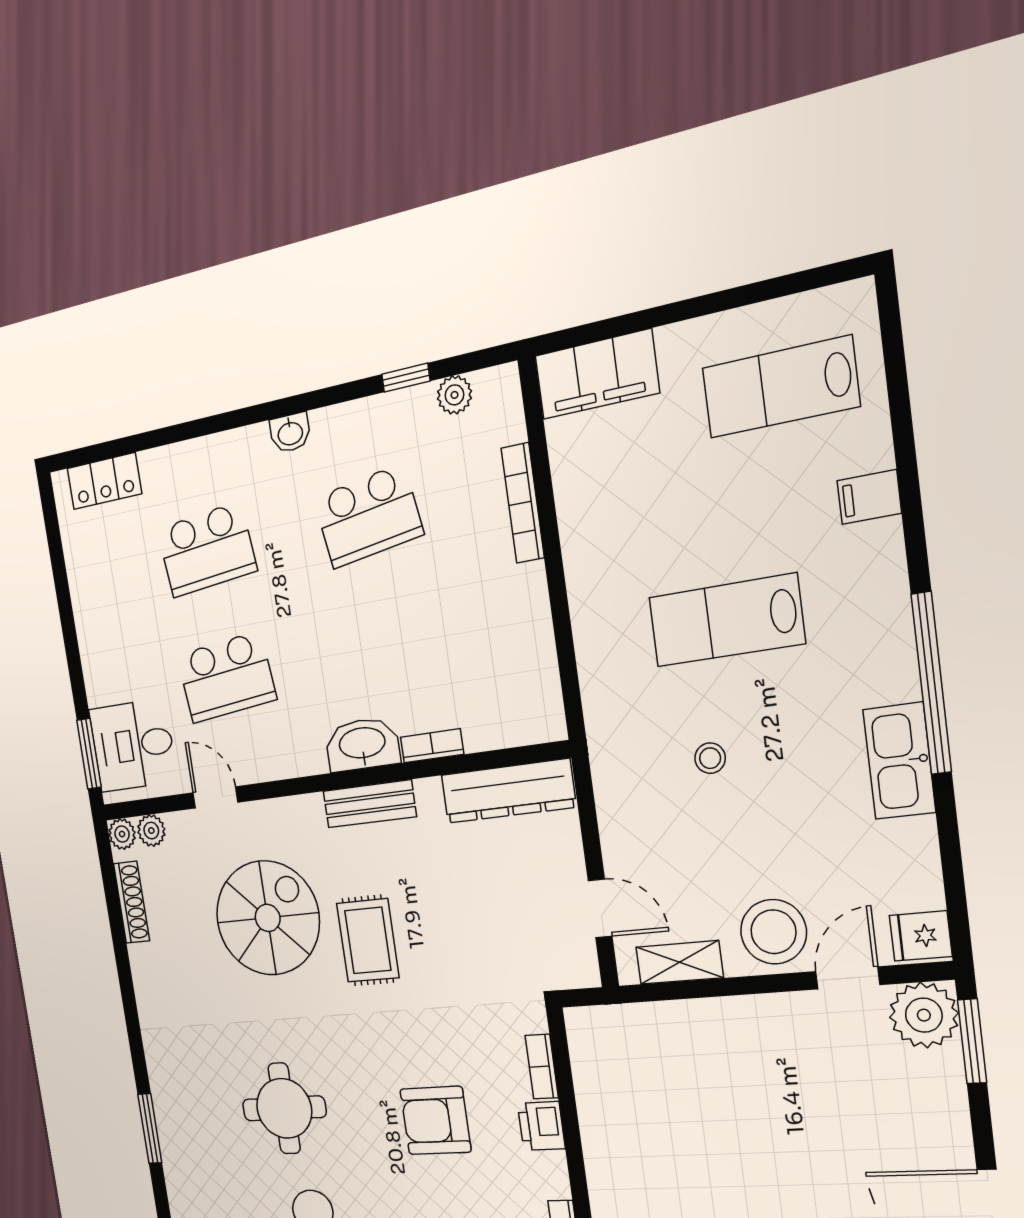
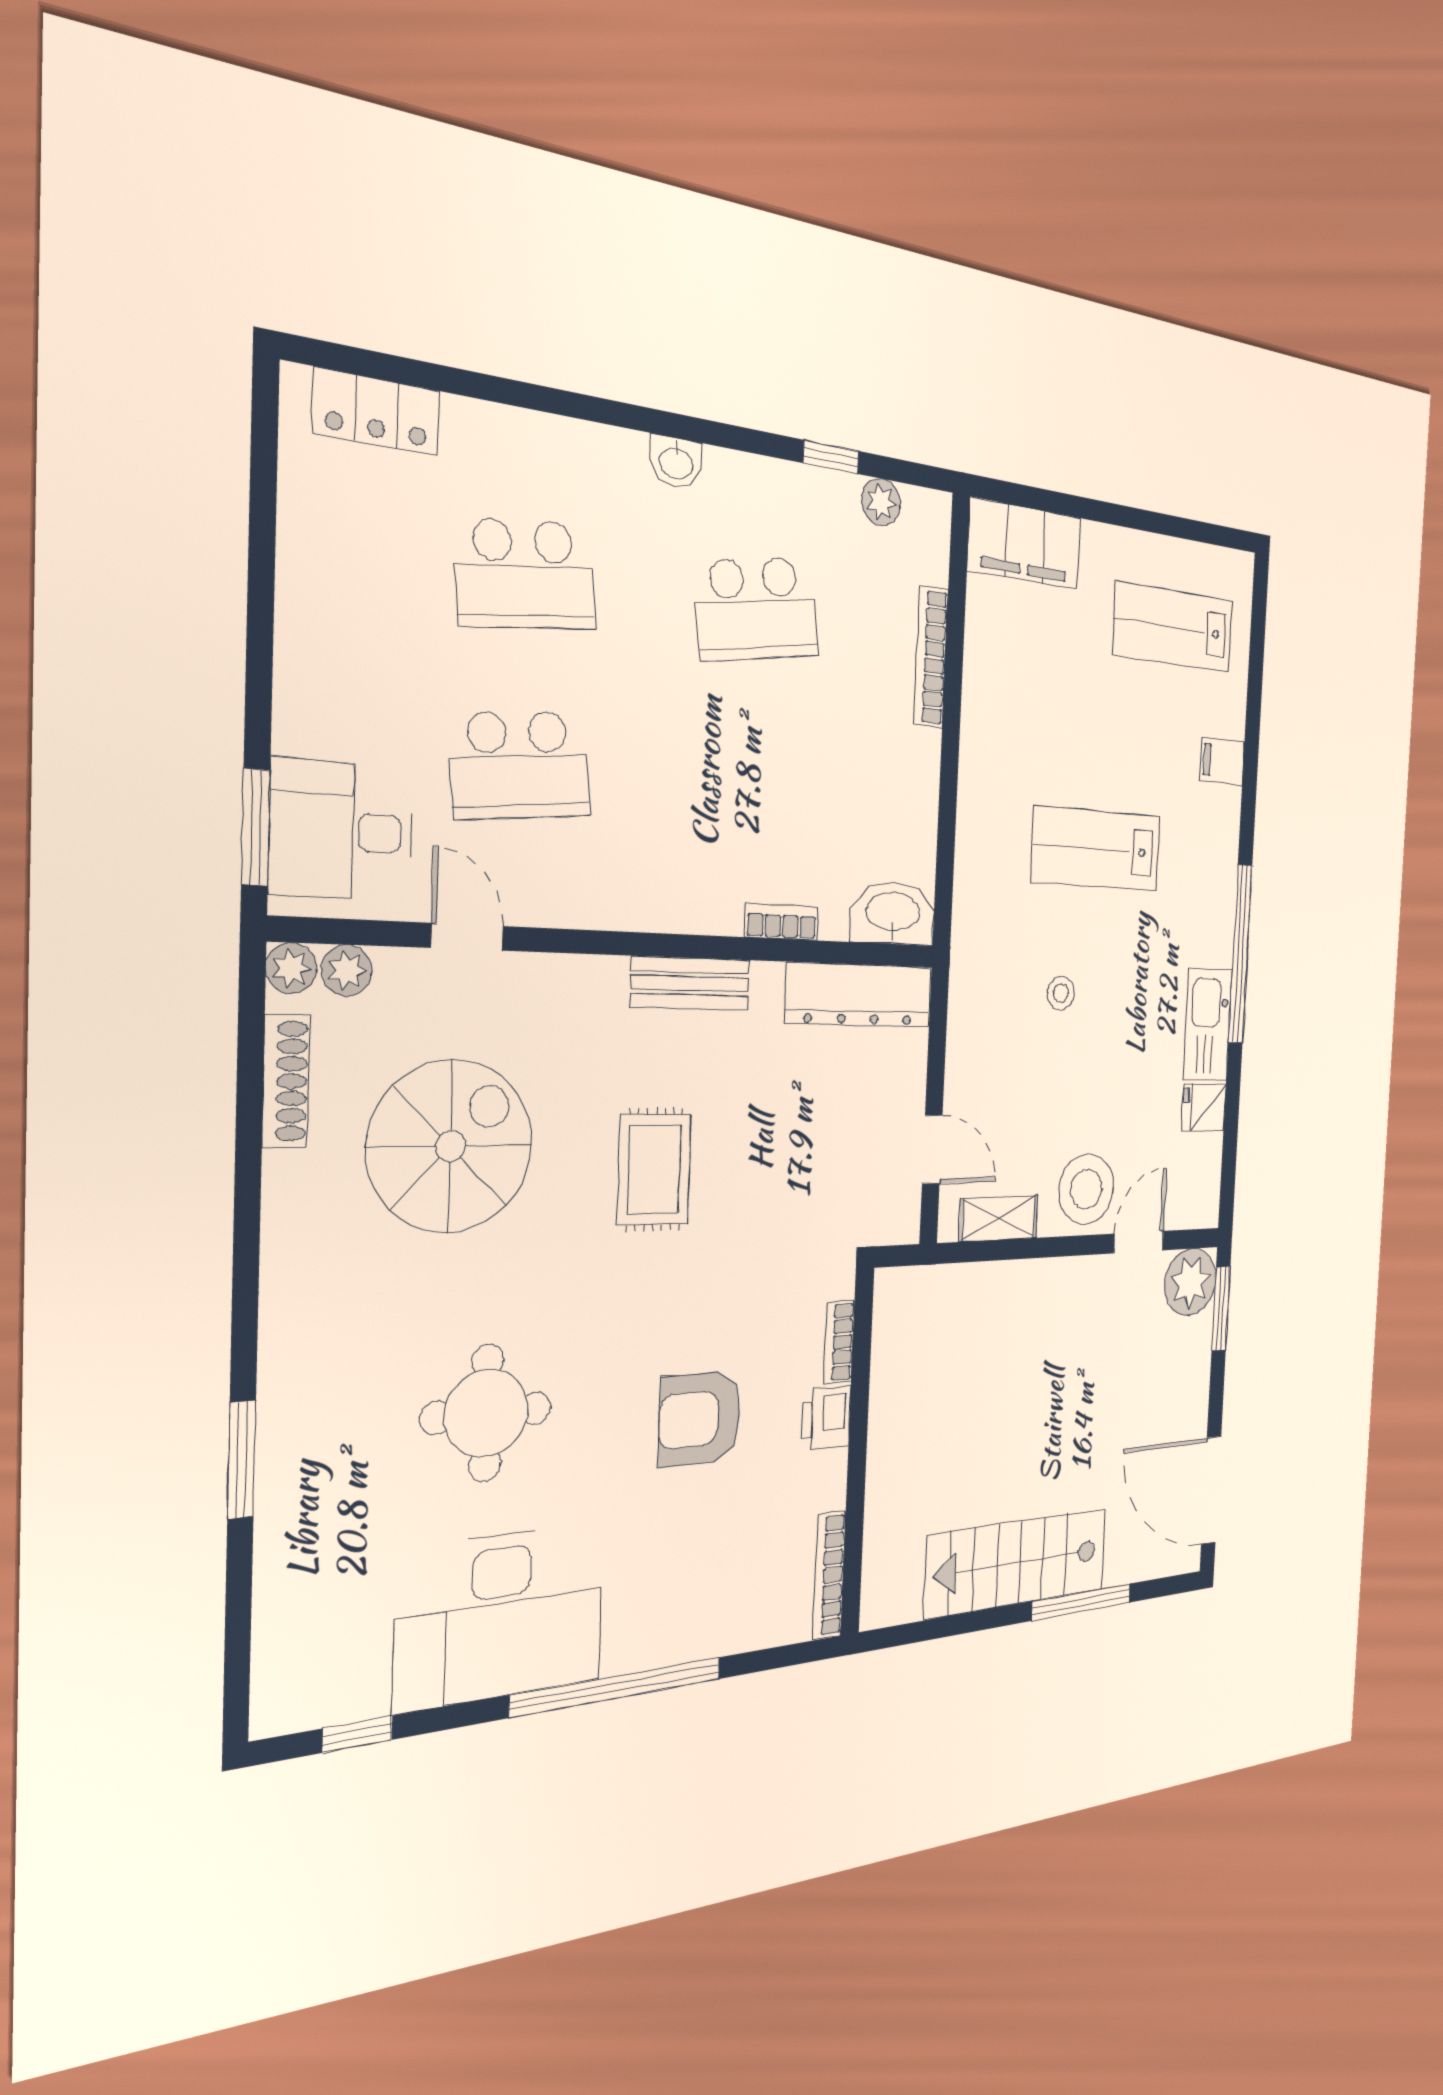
washbasin: (362, 744) -> (893, 913), moved
spiral stairs: (268, 918) -> (451, 1146), moved
fridge: (921, 936) -> (1204, 1108), moved

